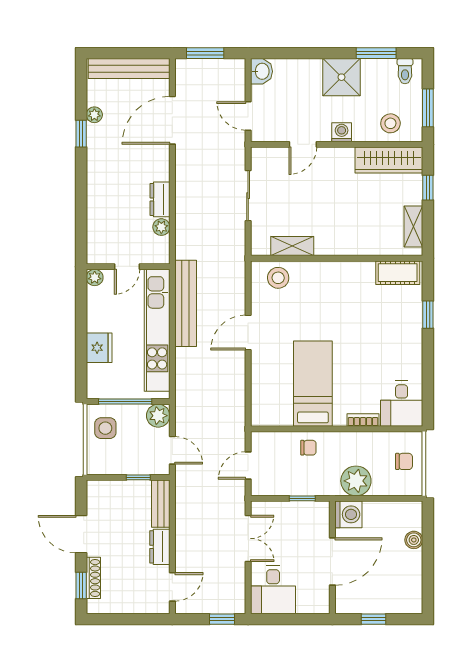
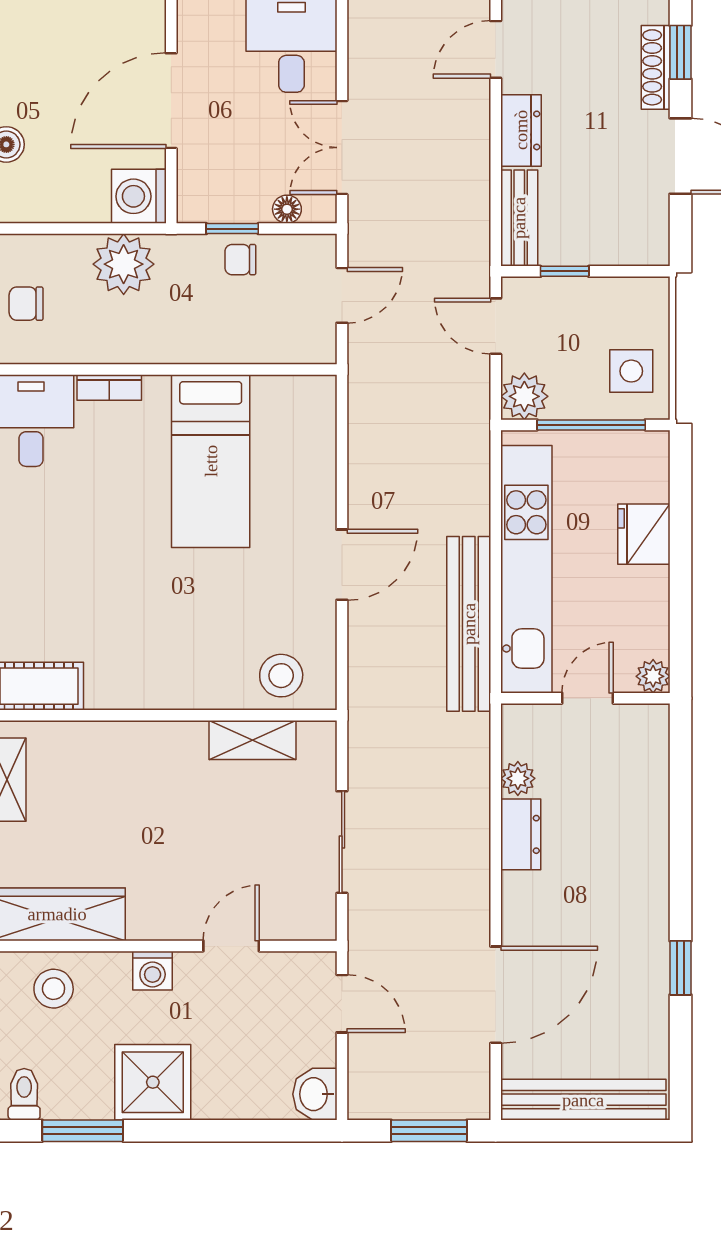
plant: (94, 115) -> (654, 1006), removed
chair: (308, 448) -> (240, 260), moved
floor lamp: (275, 508) -> (287, 209), added

